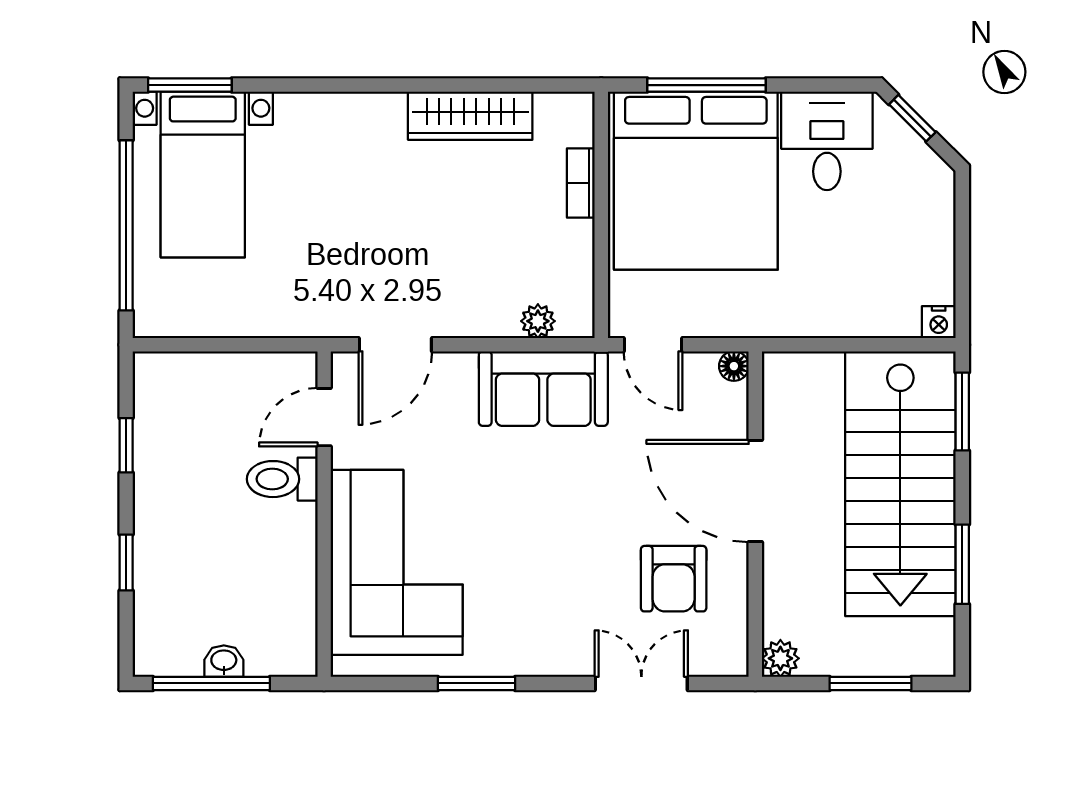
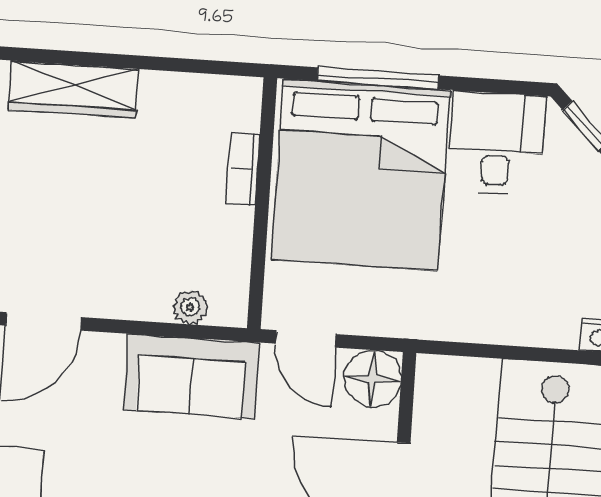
wardrobe: (470, 116) -> (73, 89), moved
floor lamp: (734, 366) -> (373, 379), width x1.89, depth x1.89

